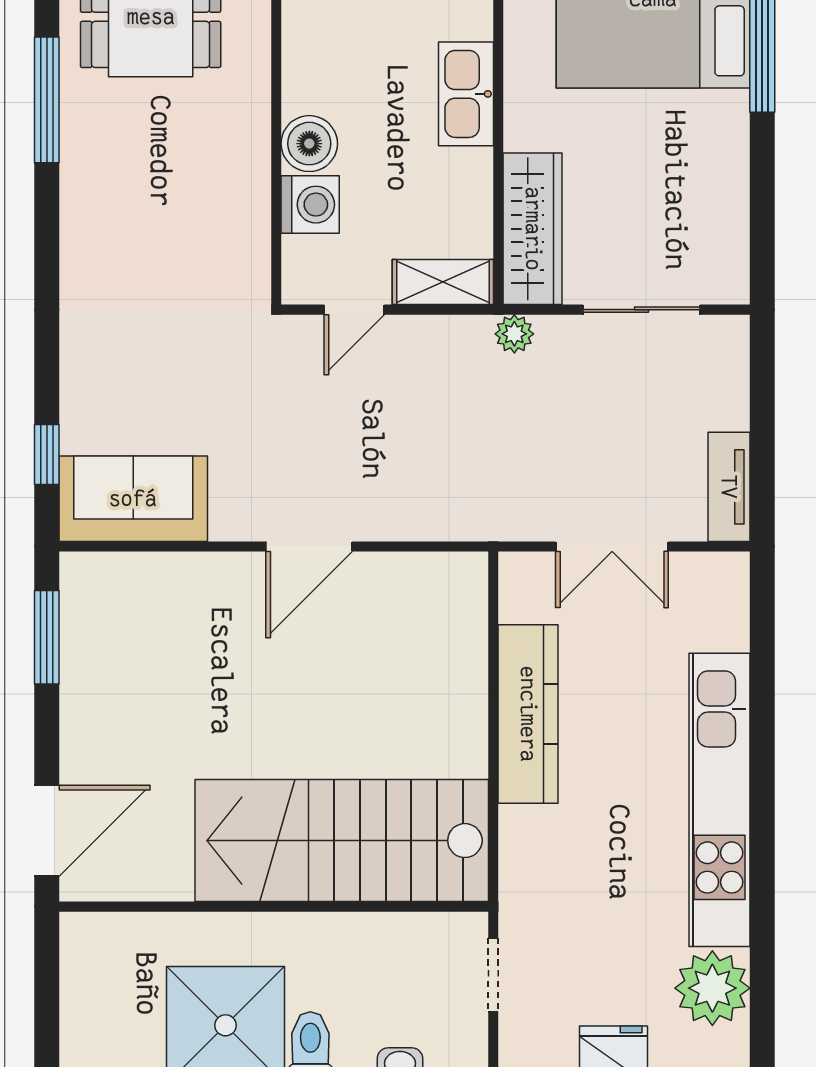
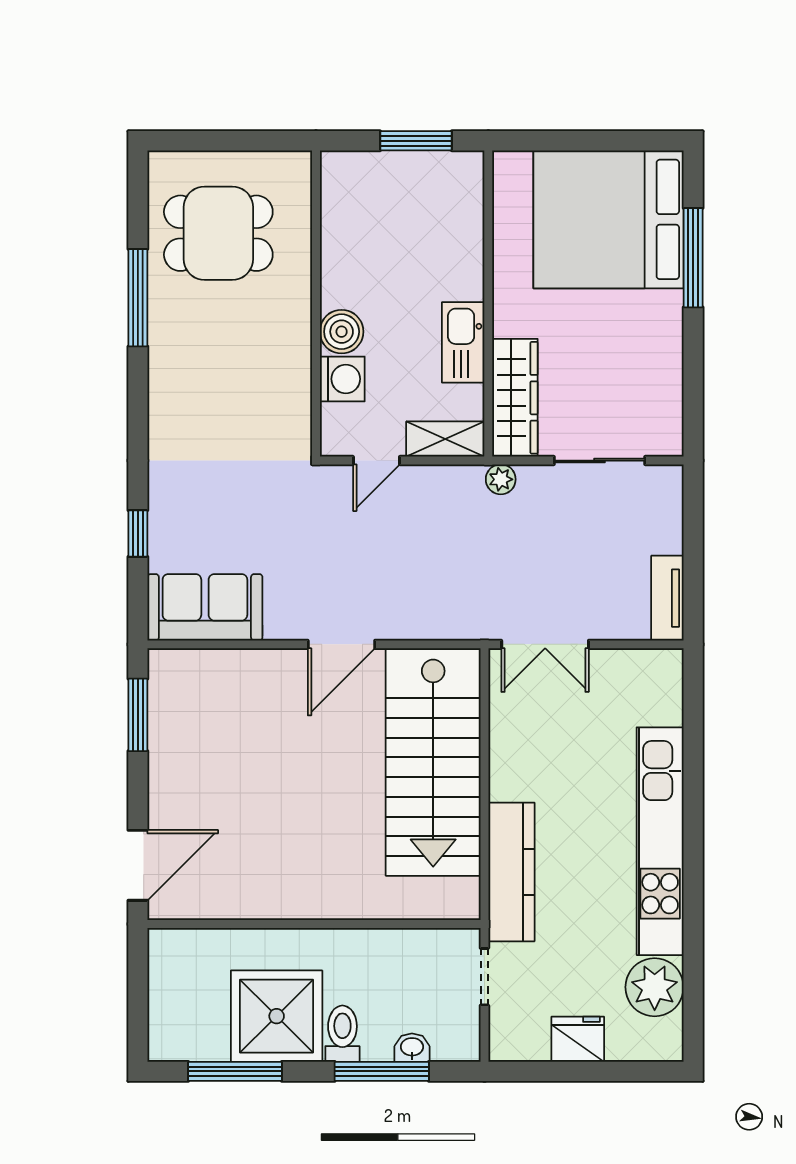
kitchen sink: (466, 94) -> (463, 342), moved
window: (47, 454) -> (138, 533), moved
double door: (612, 546) -> (545, 644), moved
kitchen counter: (528, 714) -> (511, 872), moved
stairs: (342, 841) -> (433, 762), moved, turned -90

